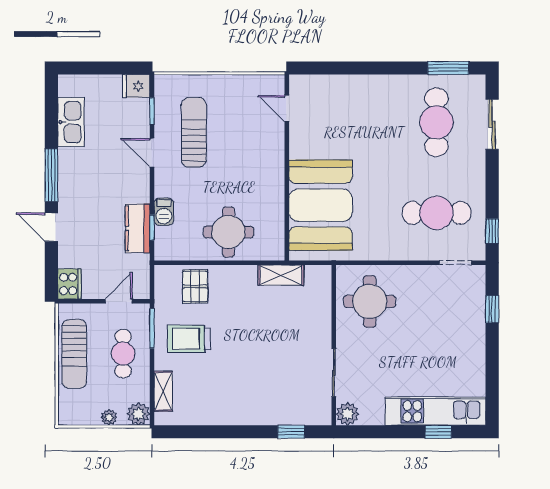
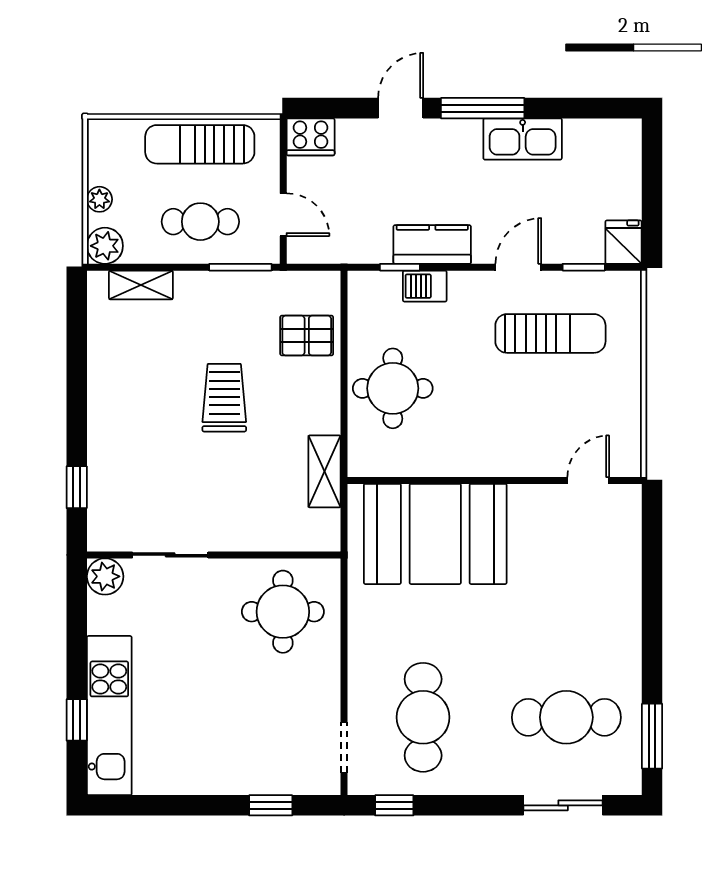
kitchen sink: (71, 122) -> (523, 139), moved
kitchen counter: (138, 228) -> (432, 244), moved
trolley: (189, 339) -> (224, 398), moved

